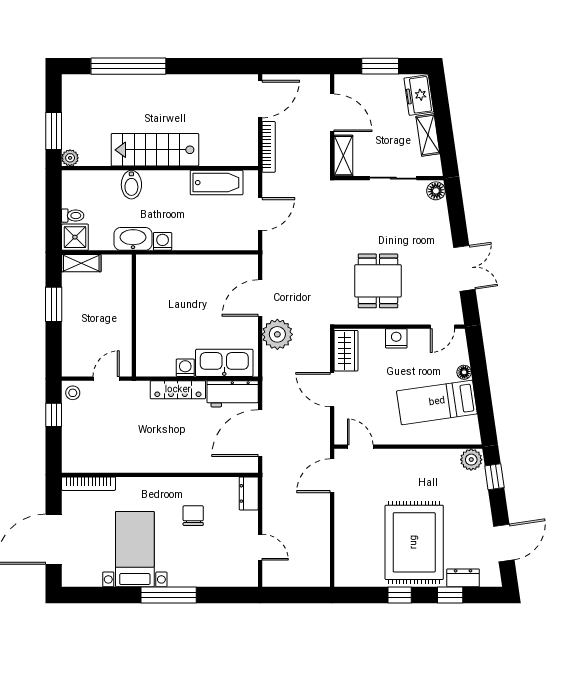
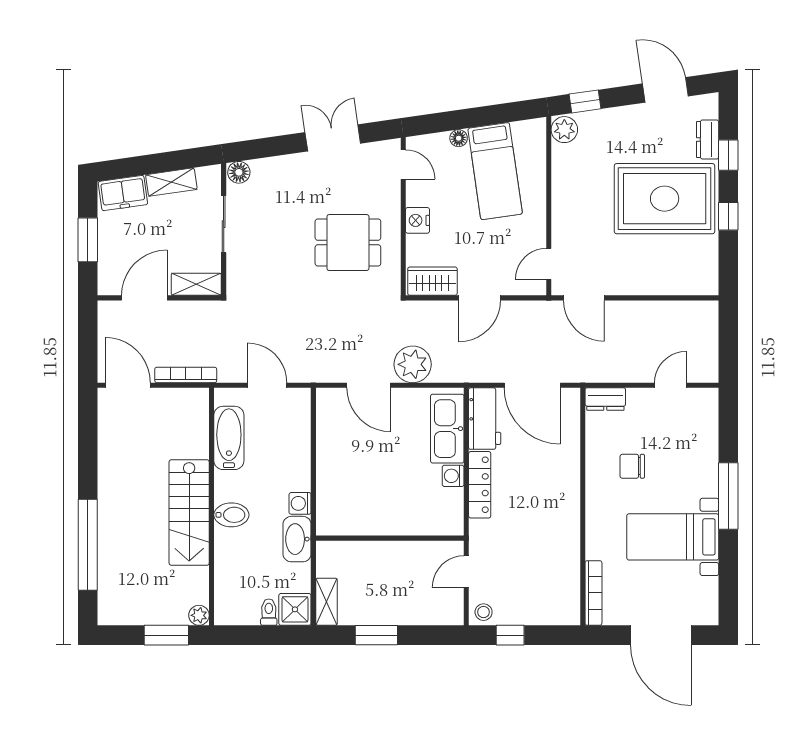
bidet: (131, 185) -> (231, 515), moved
door: (106, 379) -> (466, 572), hinge flipped

